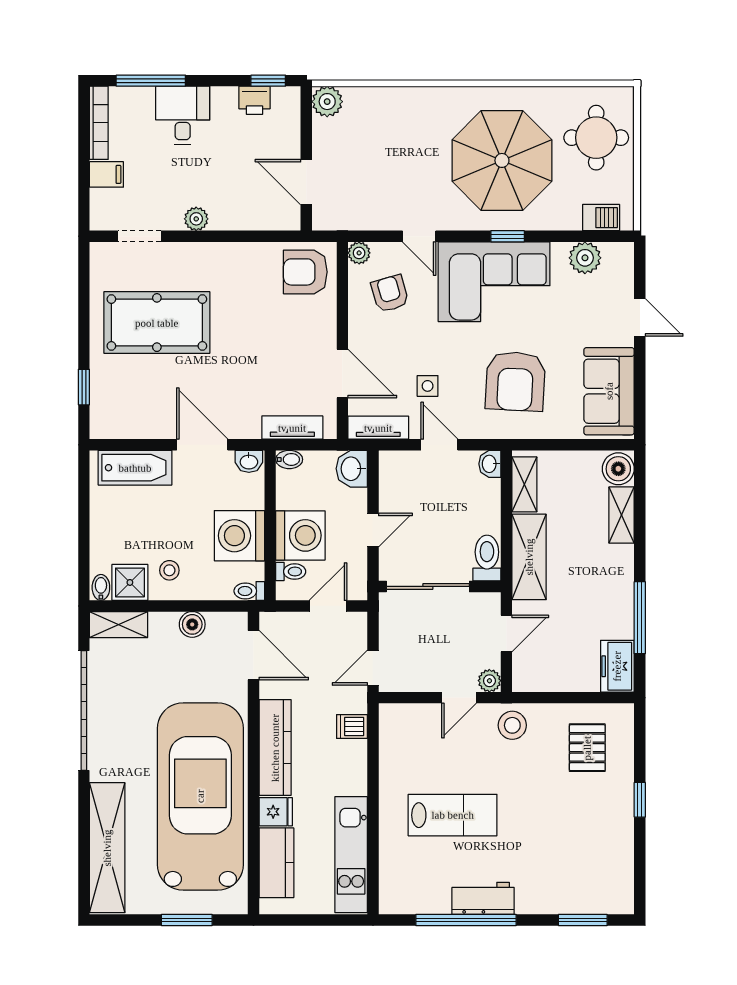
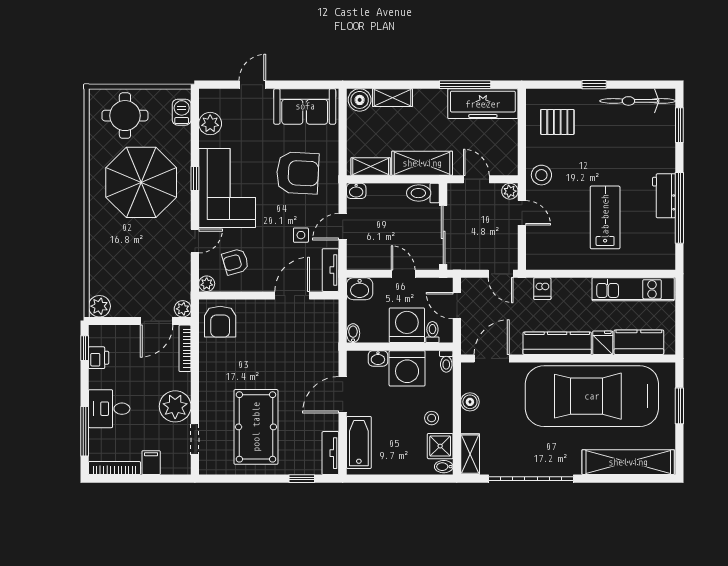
plant: (196, 219) -> (175, 406), width x1.87, depth x1.87
plant: (324, 219) -> (183, 309), added
bookcase: (268, 222) -> (185, 348), added
tv unit: (292, 428) -> (330, 453), moved
washbasin: (249, 461) -> (378, 358), moved, turned 90
freezer: (617, 666) -> (483, 104), width x1.91, depth x1.26
bicycle: (617, 861) -> (638, 101), added

